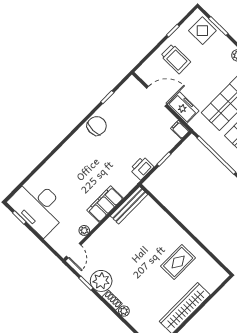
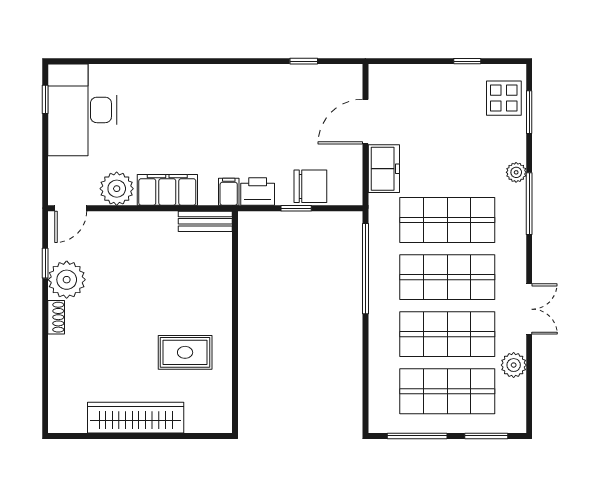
trolley: (176, 59) -> (436, 99), removed
door: (157, 96) -> (365, 122), swing flipped
chair: (97, 126) -> (310, 186), moved
filing cabinet: (180, 130) -> (229, 192), moved
bench: (129, 205) -> (205, 221), width x0.73
plant: (84, 230) -> (117, 189), width x1.88, depth x1.88
plant: (124, 311) -> (57, 345), removed

